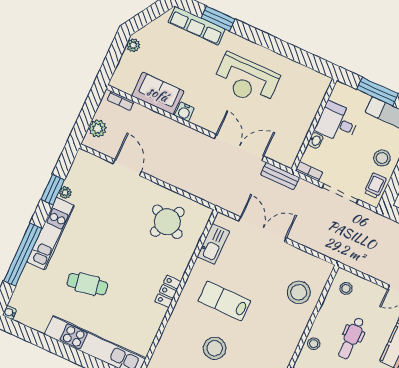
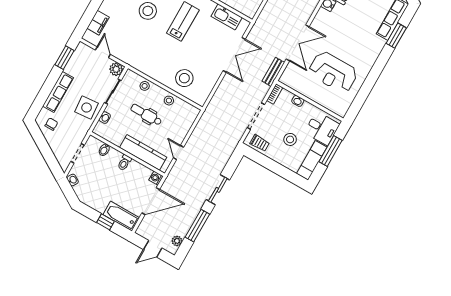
reception desk: (246, 80) -> (333, 72), moved, turned -90
desk: (337, 122) -> (322, 128), moved, turned 90
stool: (382, 158) -> (290, 139), moved
stool: (346, 289) -> (169, 101), moved

